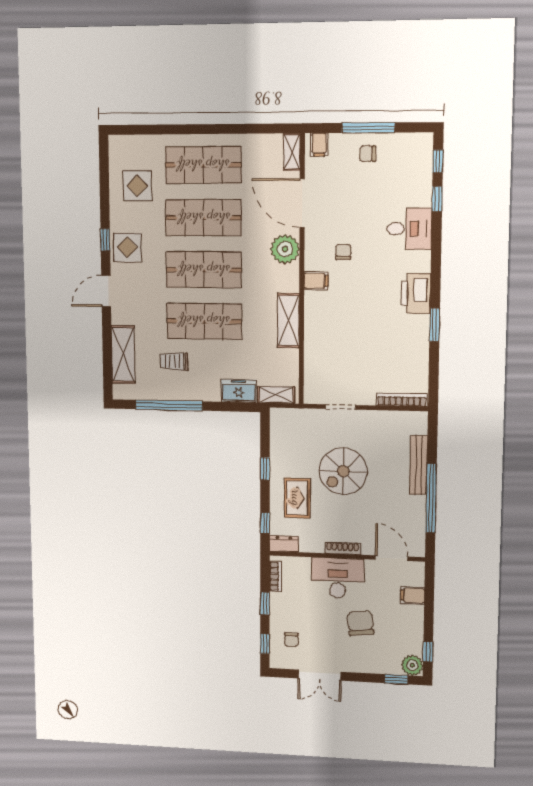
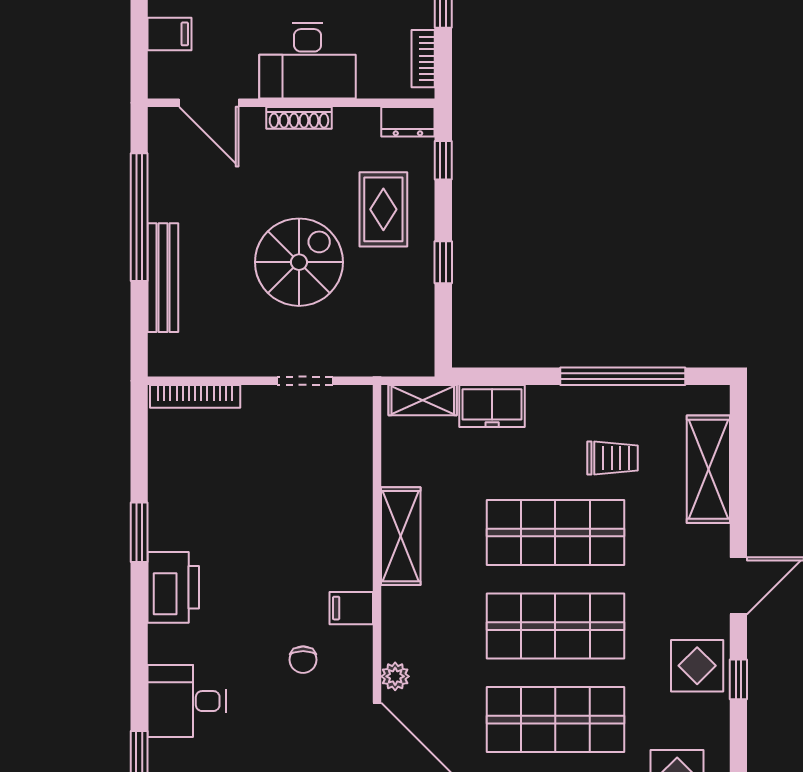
plant: (285, 249) -> (395, 676), width x0.53, depth x0.53

